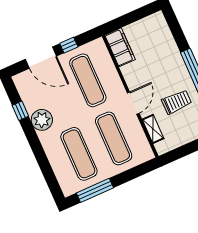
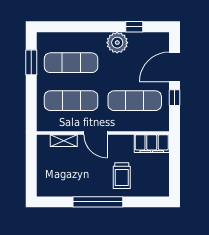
trolley: (177, 102) -> (122, 176), moved
window: (95, 190) -> (31, 62), width x0.69

